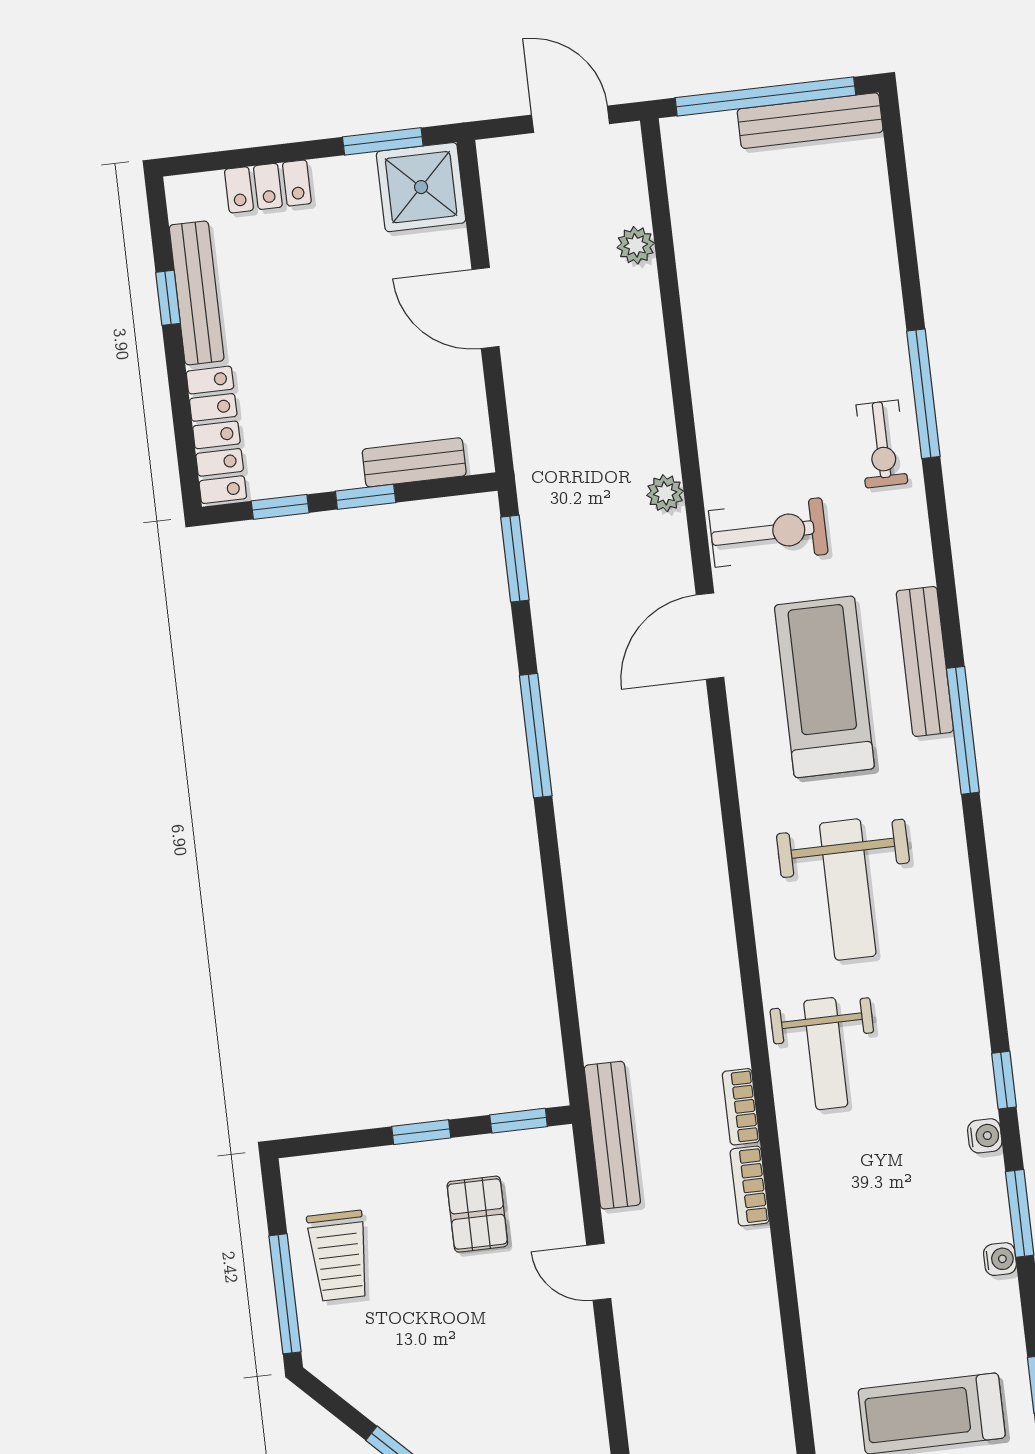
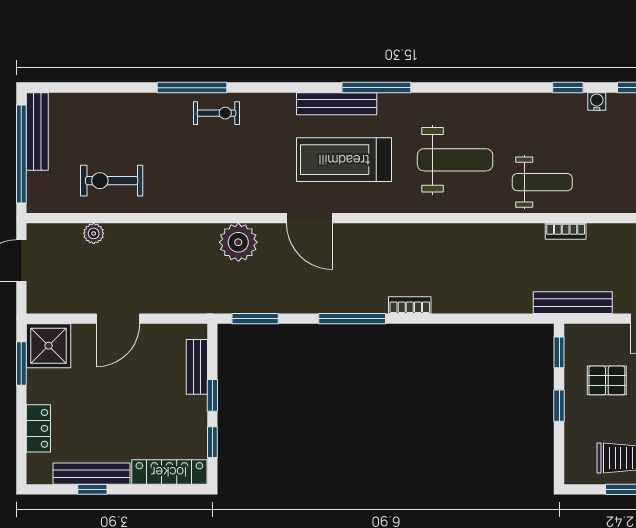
plant: (665, 493) -> (238, 242), width x1.88, depth x1.88
exercise bike: (768, 532) -> (112, 181), moved, turned -90
bookcase: (750, 1186) -> (410, 305), moved, turned 180

